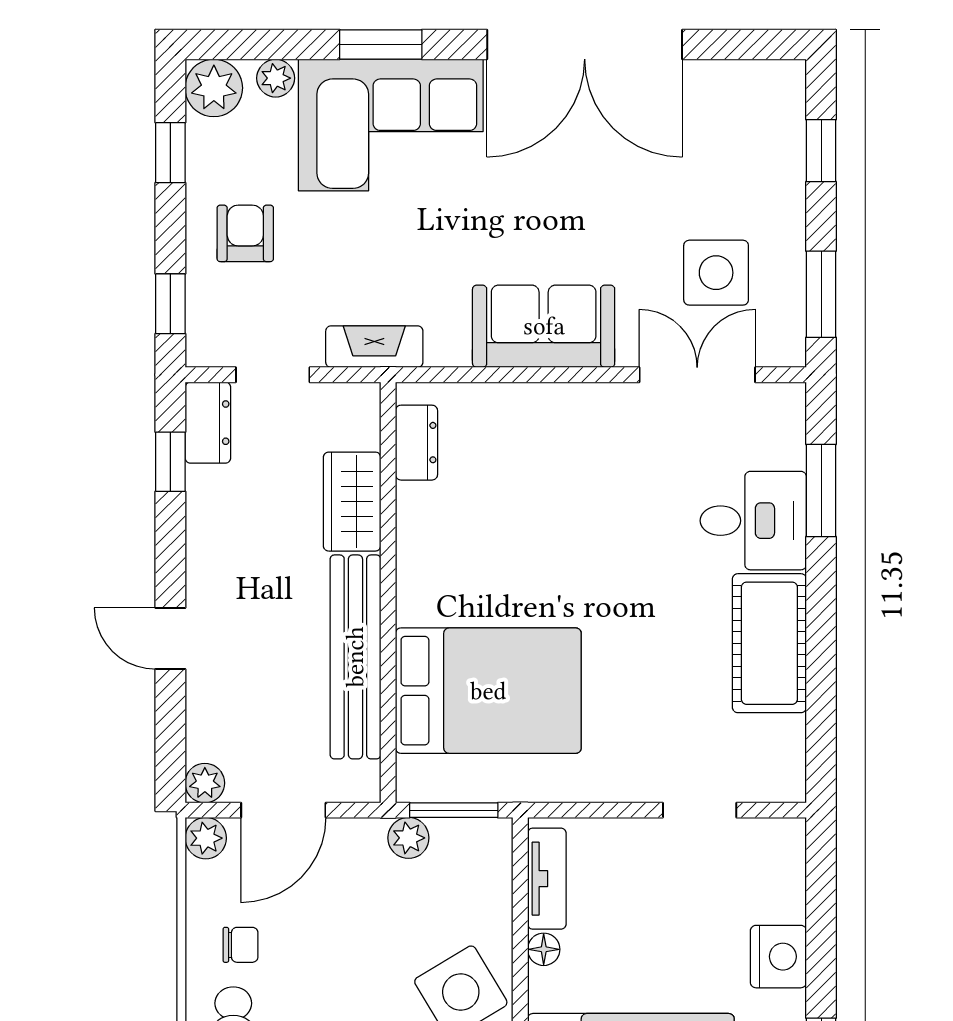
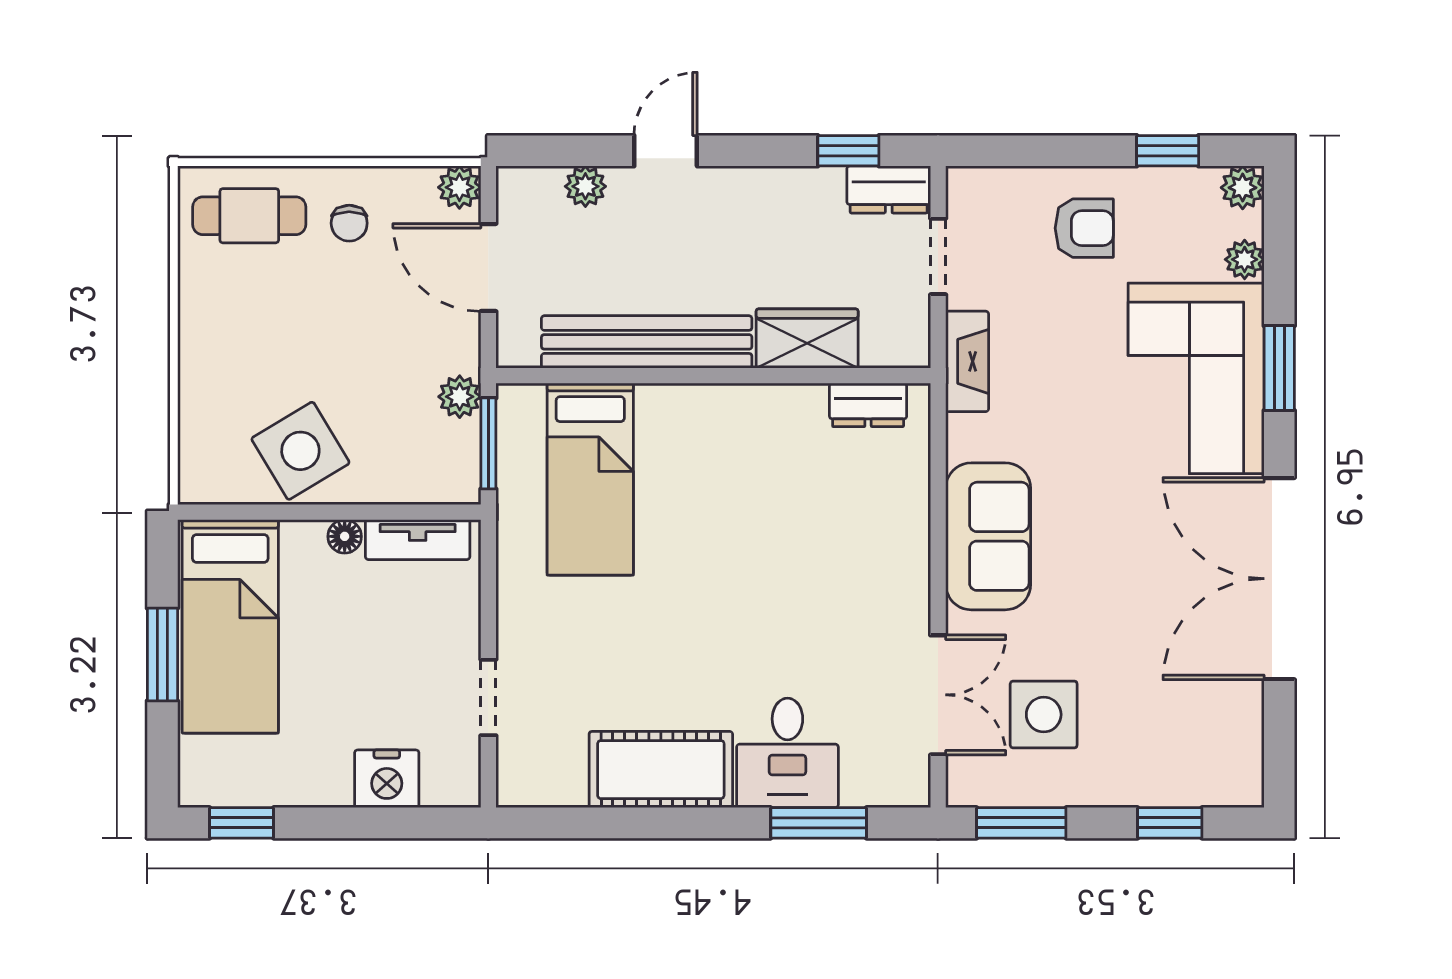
plant: (214, 88) -> (1243, 188), width x0.73, depth x0.73
window: (170, 304) -> (1012, 151), removed
bed: (488, 691) -> (590, 479), width x0.67
plant: (205, 783) -> (585, 186), moved
nightstand: (778, 957) -> (387, 779), moved

